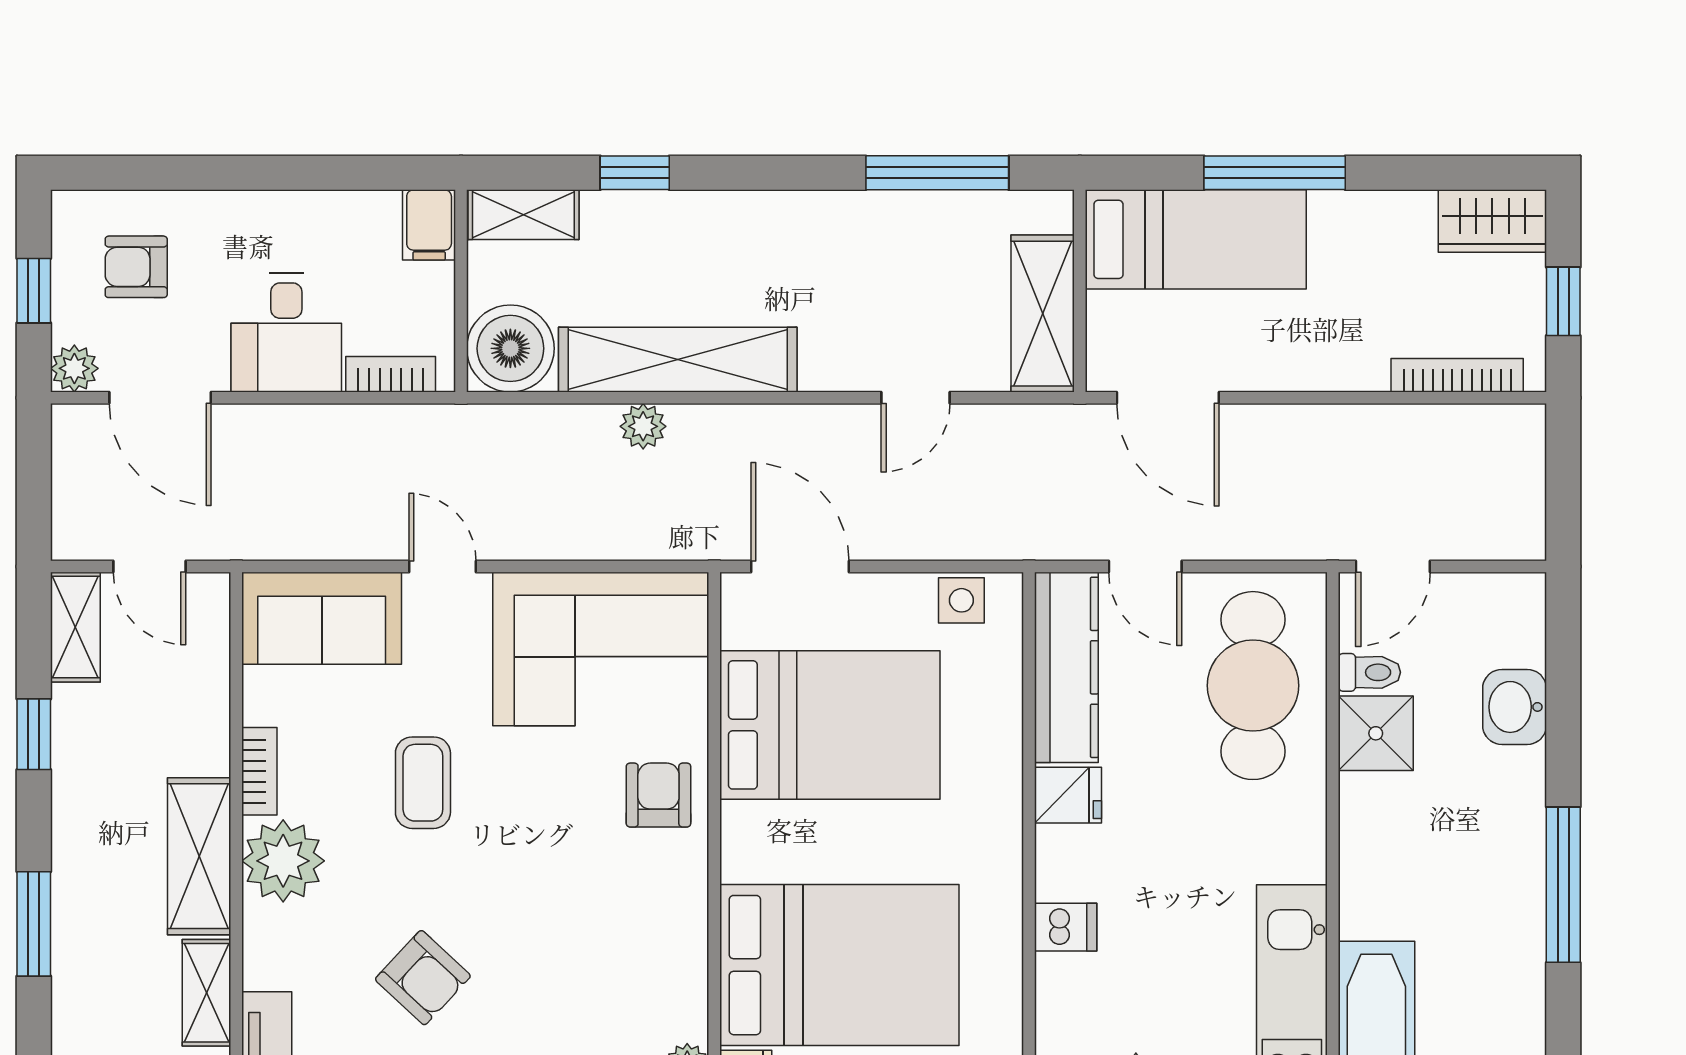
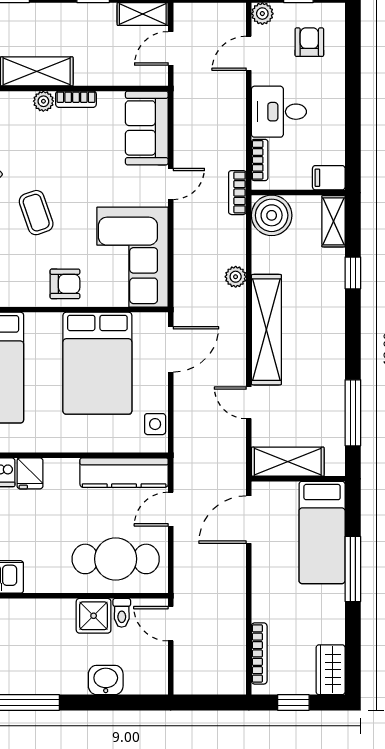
shelving: (678, 360) -> (266, 330), moved
door: (160, 398) -> (249, 53), width x0.73
bookcase: (461, 422) -> (237, 193), added
coffee table: (423, 783) -> (36, 213), moved, turned 71
fridge: (1068, 795) -> (30, 473), moved
plant: (283, 861) -> (43, 101), width x0.53, depth x0.53

